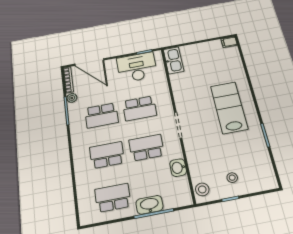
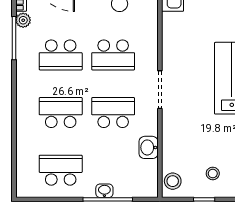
washbasin: (149, 205) -> (104, 191), width x0.52, depth x0.69

